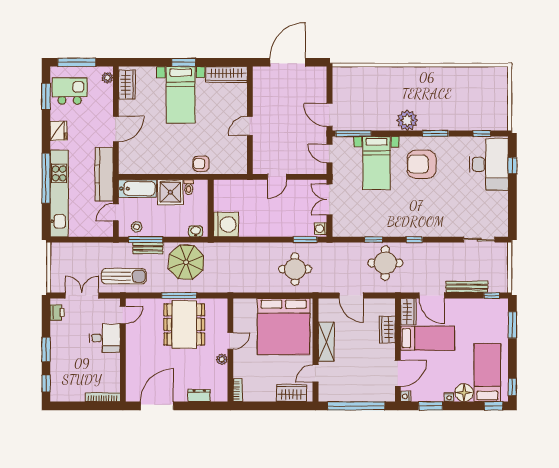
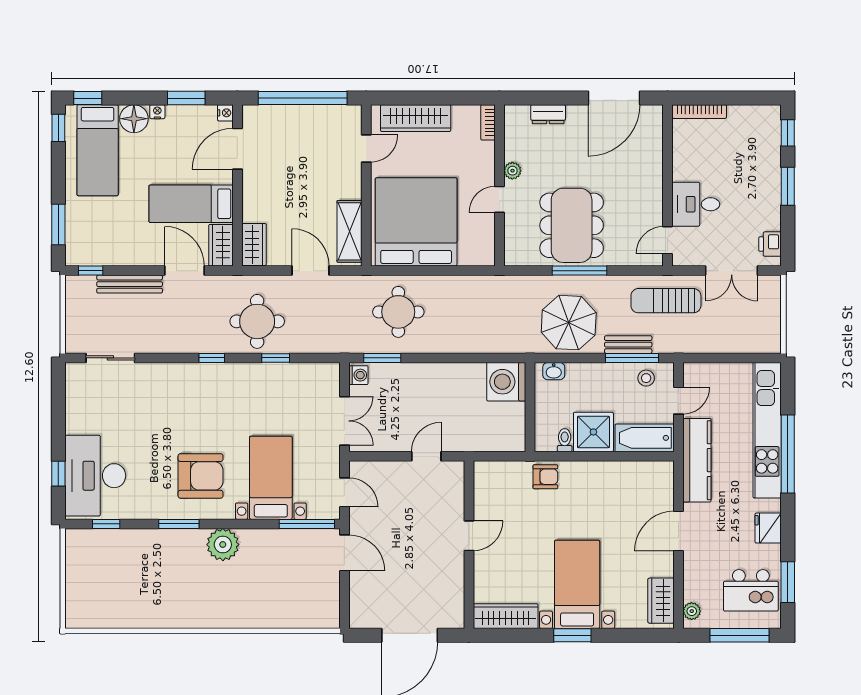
wardrobe: (387, 330) -> (254, 245), moved
shelving: (326, 342) -> (350, 231), moved
wardrobe: (291, 393) -> (416, 118), width x1.50

